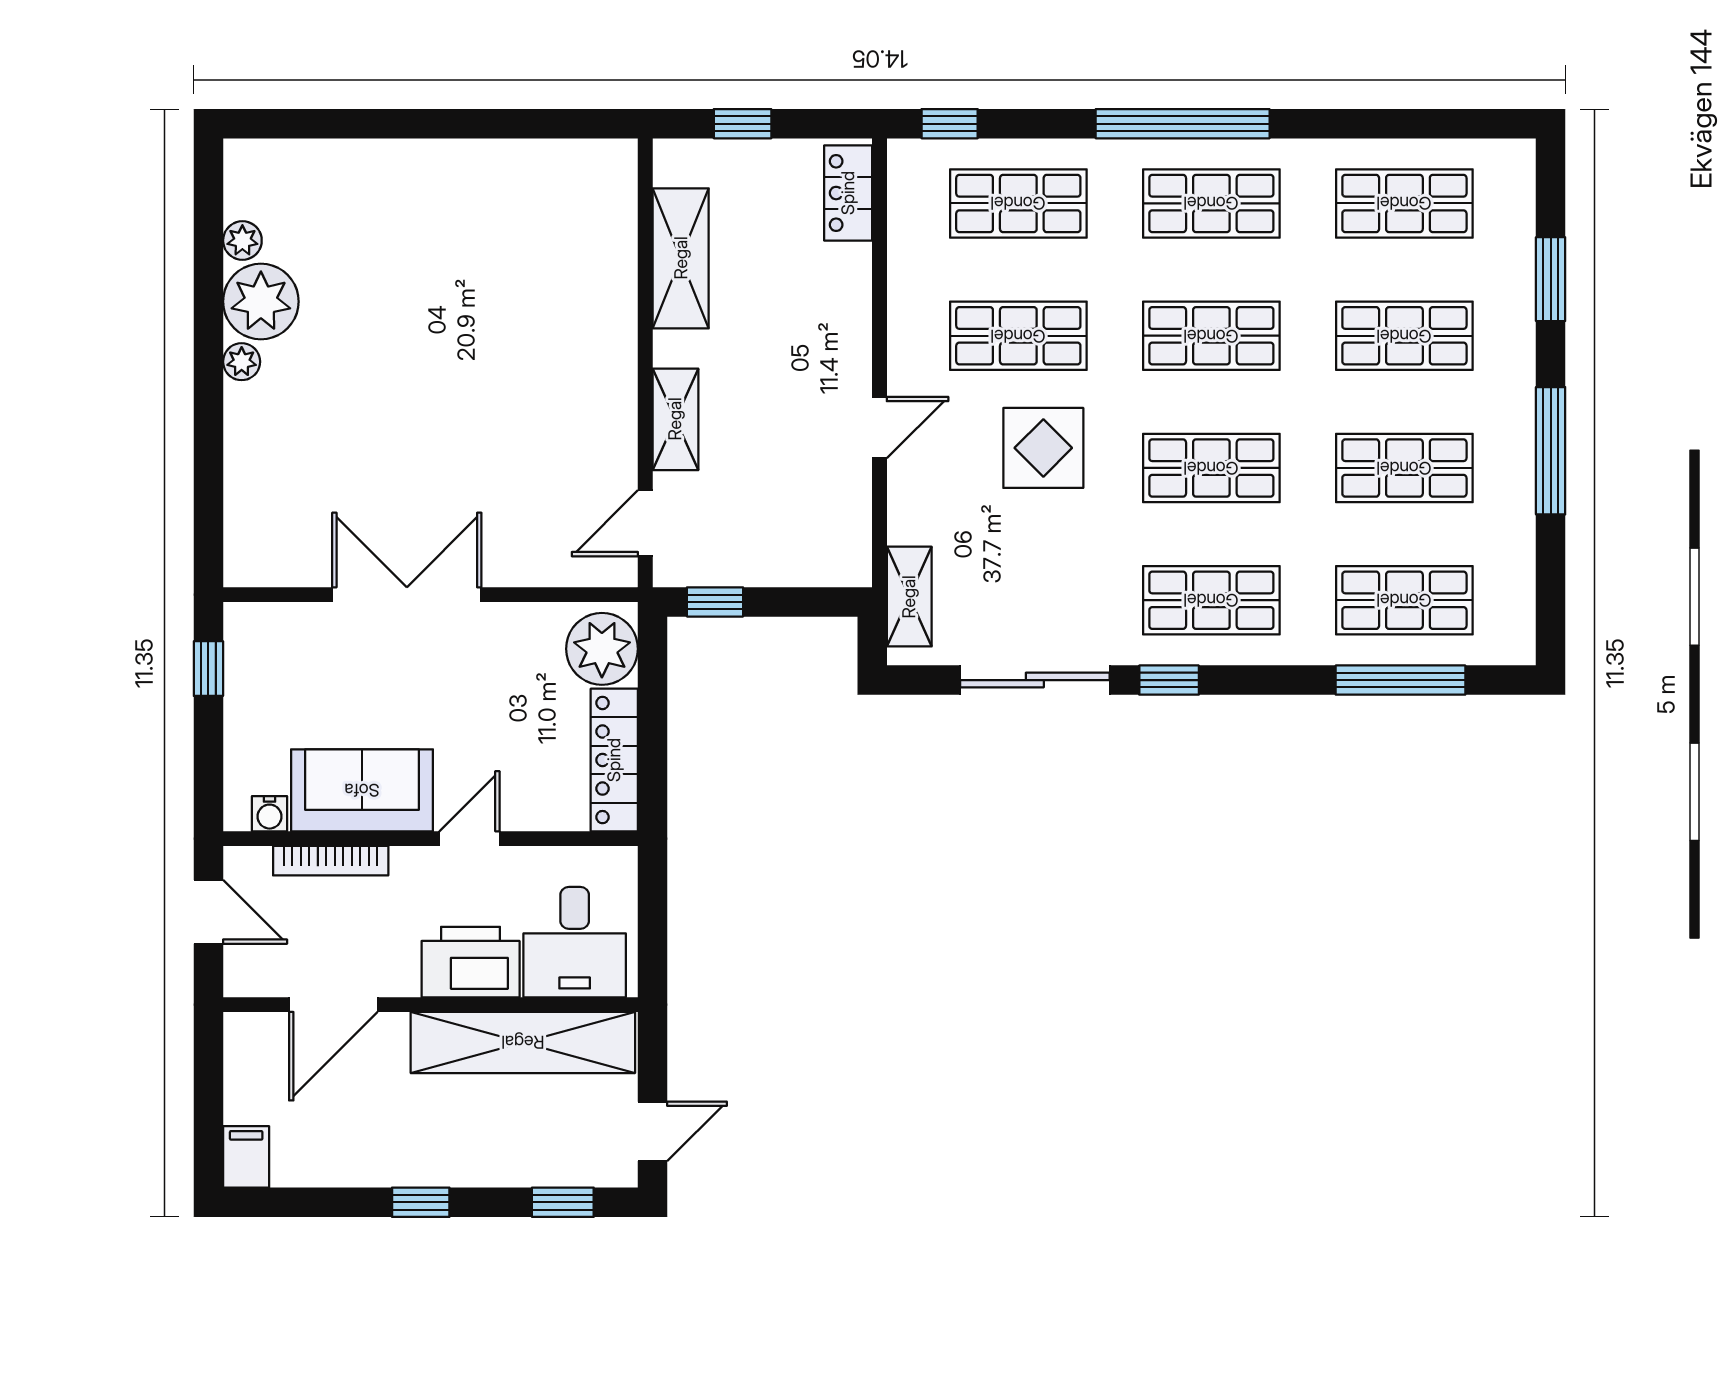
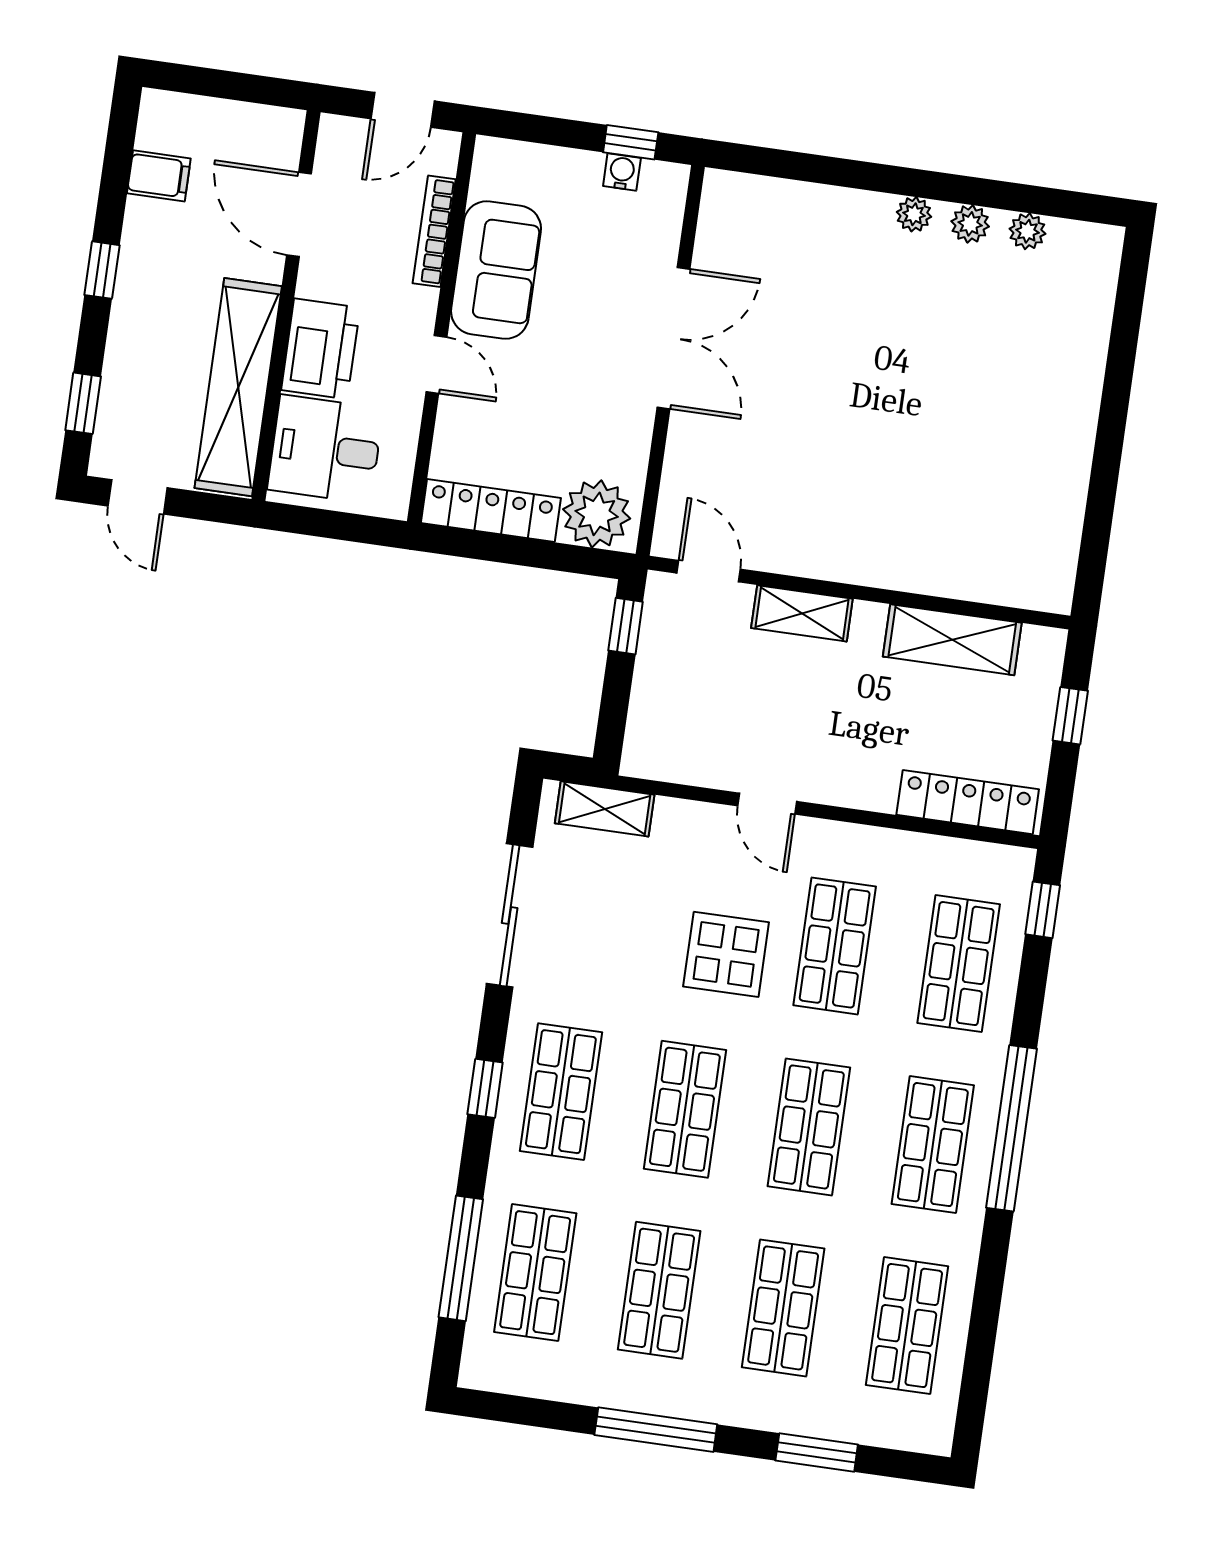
locker: (848, 193) -> (968, 802), width x1.53
plant: (261, 302) -> (970, 224), width x0.53, depth x0.53
window: (1169, 680) -> (485, 1088), moved
water cooler: (270, 814) -> (622, 172), moved, turned 90
filing cabinet: (246, 1157) -> (159, 176), moved

